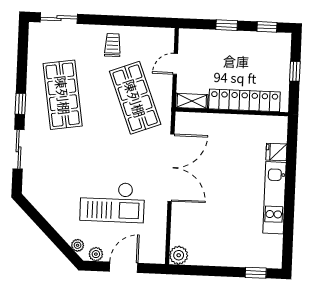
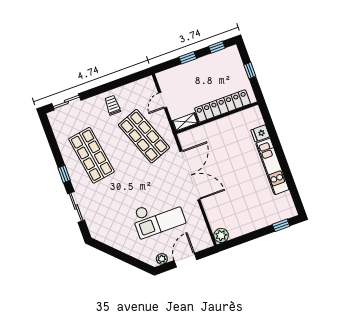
plant: (78, 245) -> (146, 258), removed

